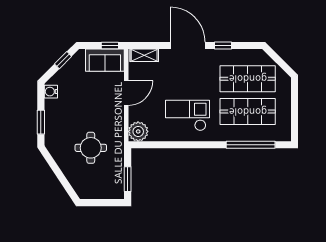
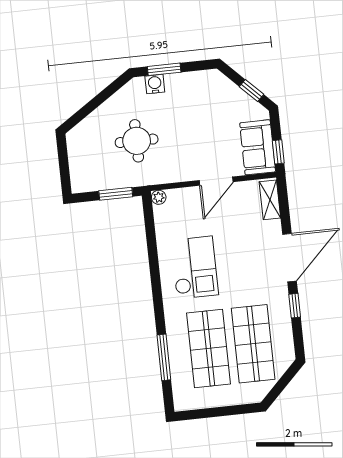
water cooler: (51, 92) -> (155, 84), moved
door: (126, 93) -> (216, 181), hinge flipped
plant: (138, 131) -> (159, 197), width x0.53, depth x0.53
window: (251, 145) -> (164, 357), width x0.68
window: (128, 179) -> (116, 194), moved

